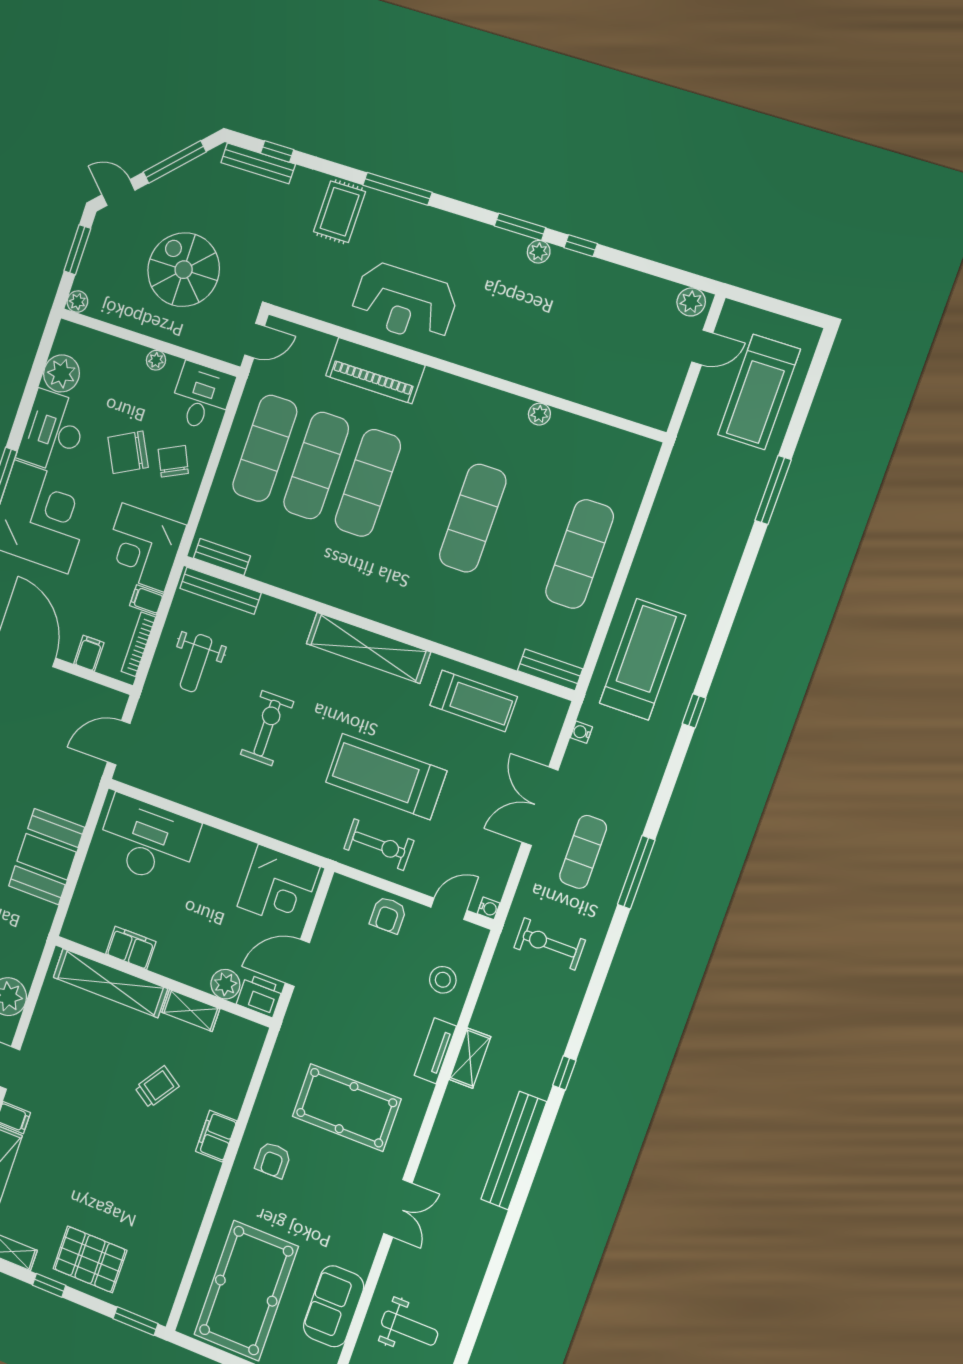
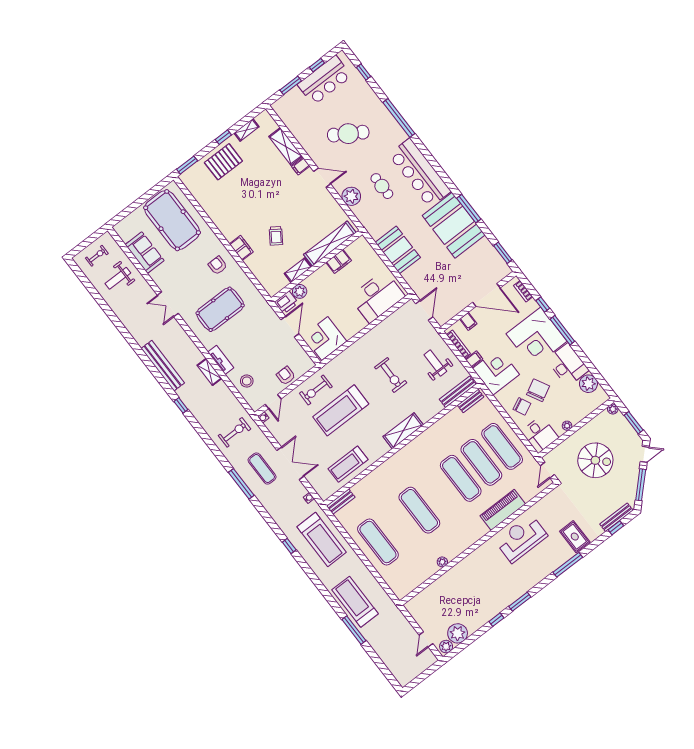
plant: (539, 252) -> (458, 633), moved, width x1.88, depth x1.88
treadmill: (759, 392) -> (355, 602), moved
shelving: (368, 648) -> (403, 431), width x0.68
treadmill: (386, 776) -> (341, 410), turned 180

